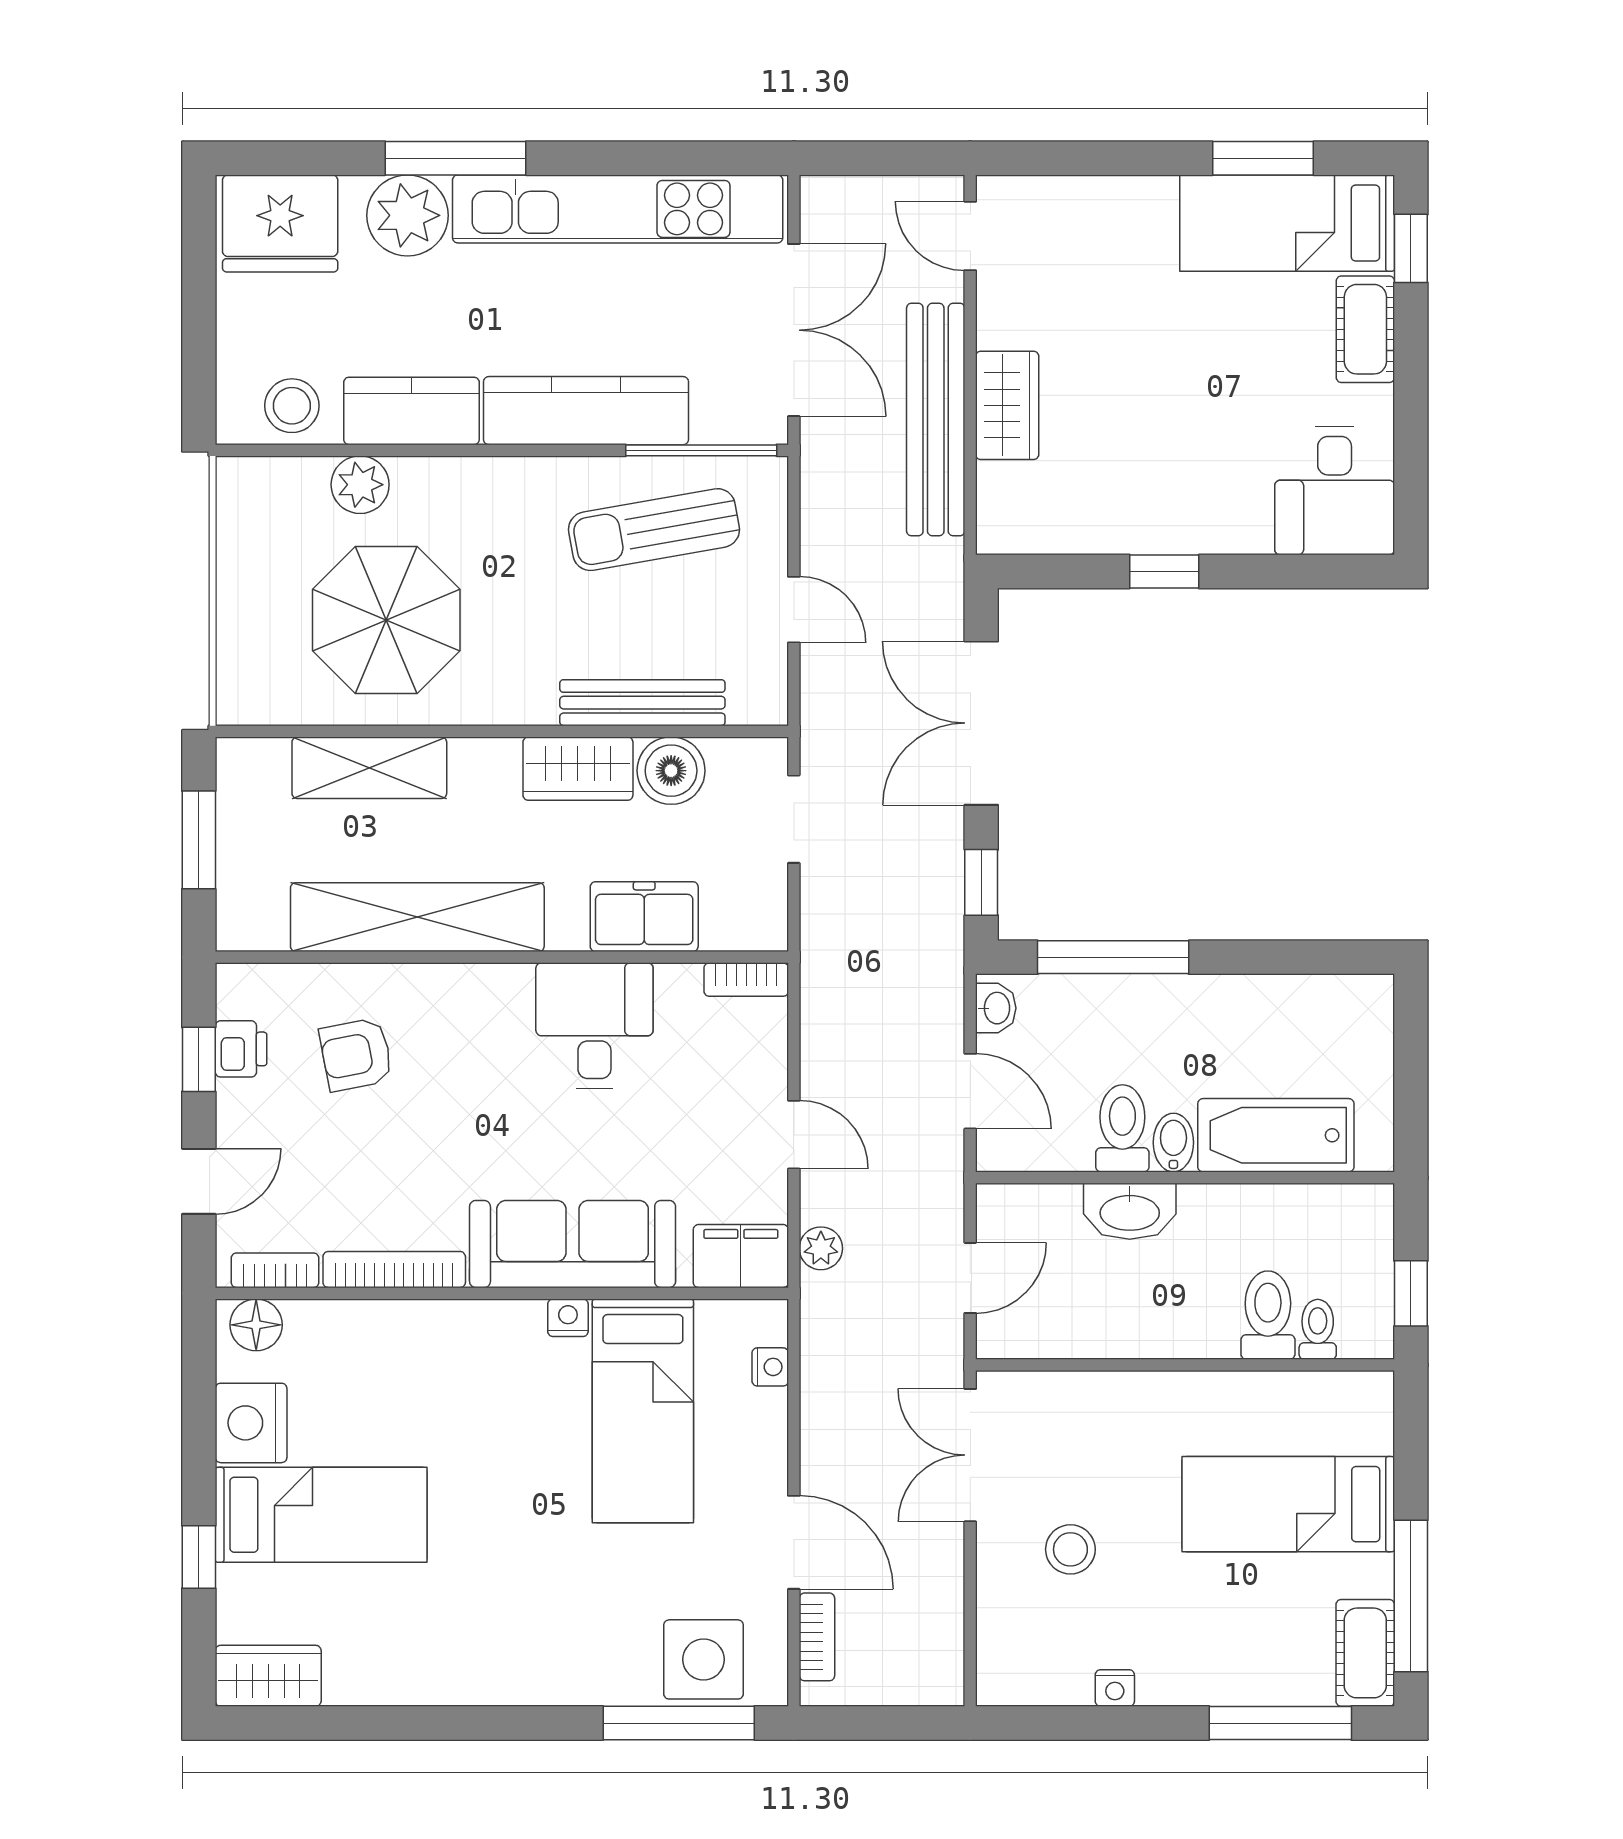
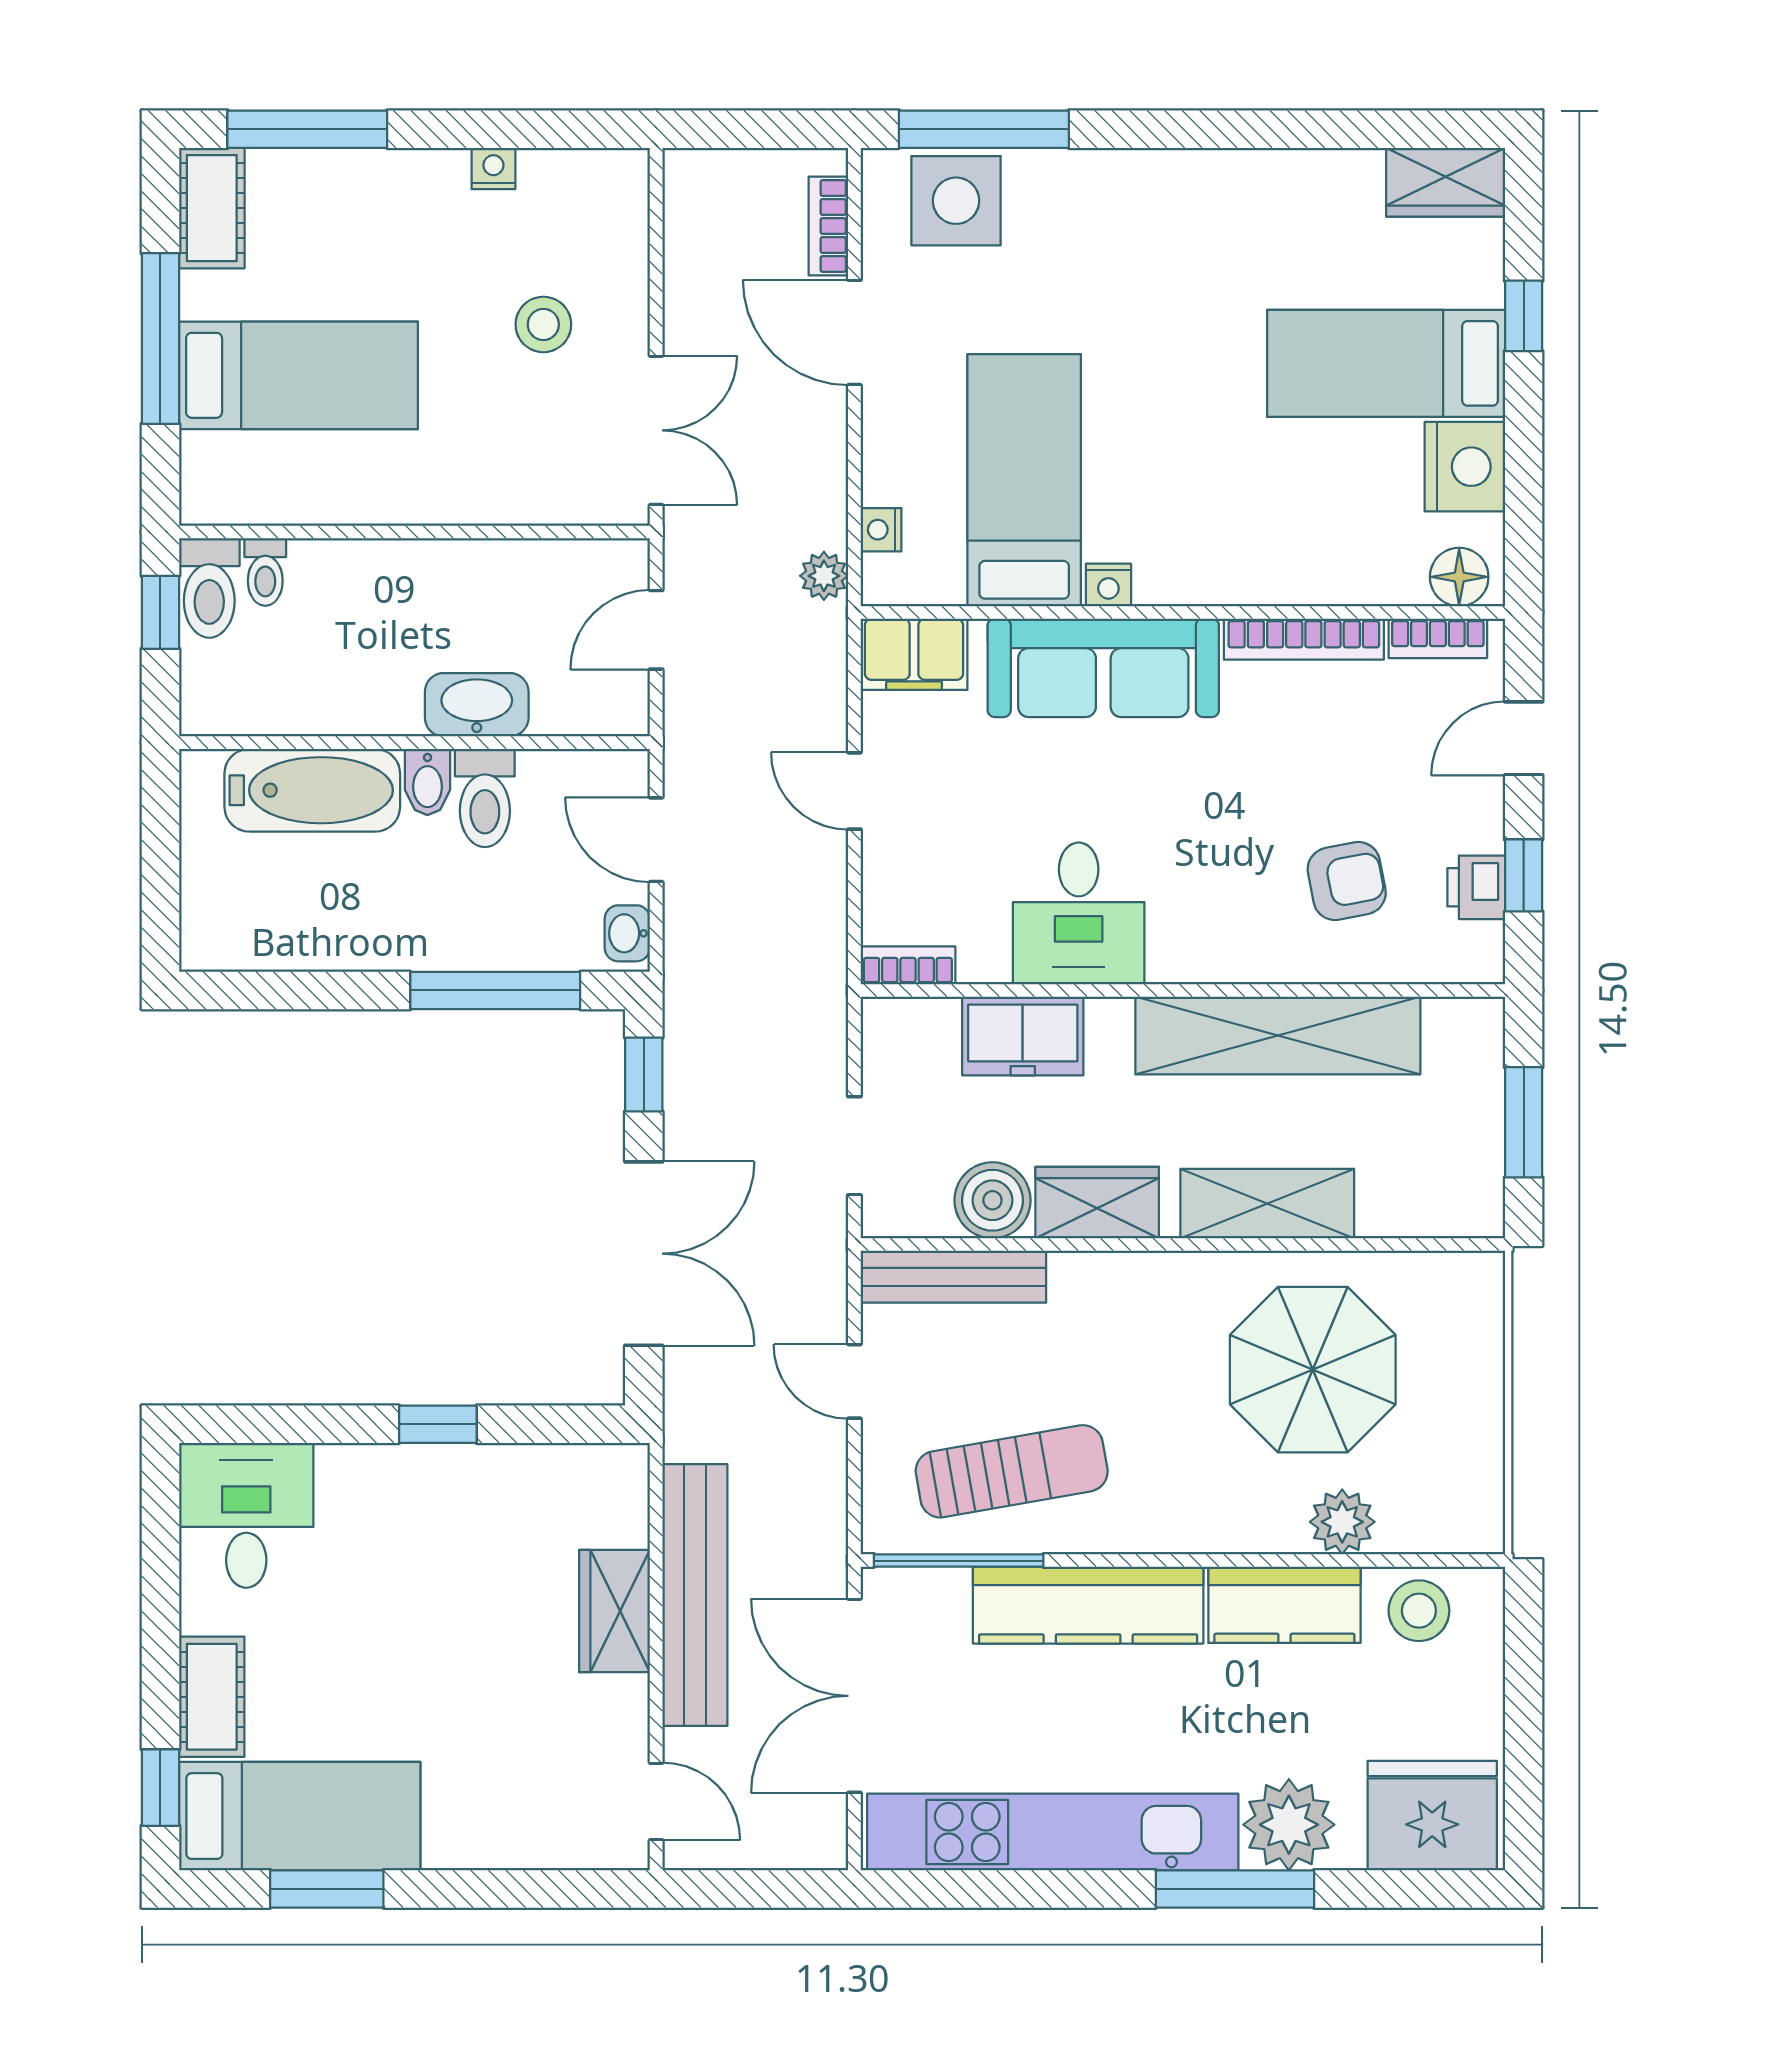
bench: (642, 703) -> (953, 1277), moved
shelving: (369, 768) -> (1267, 1204), moved
plant: (821, 1248) -> (824, 576), moved
toilet: (1268, 1315) -> (209, 588), moved
window: (1411, 1596) -> (160, 339), moved

